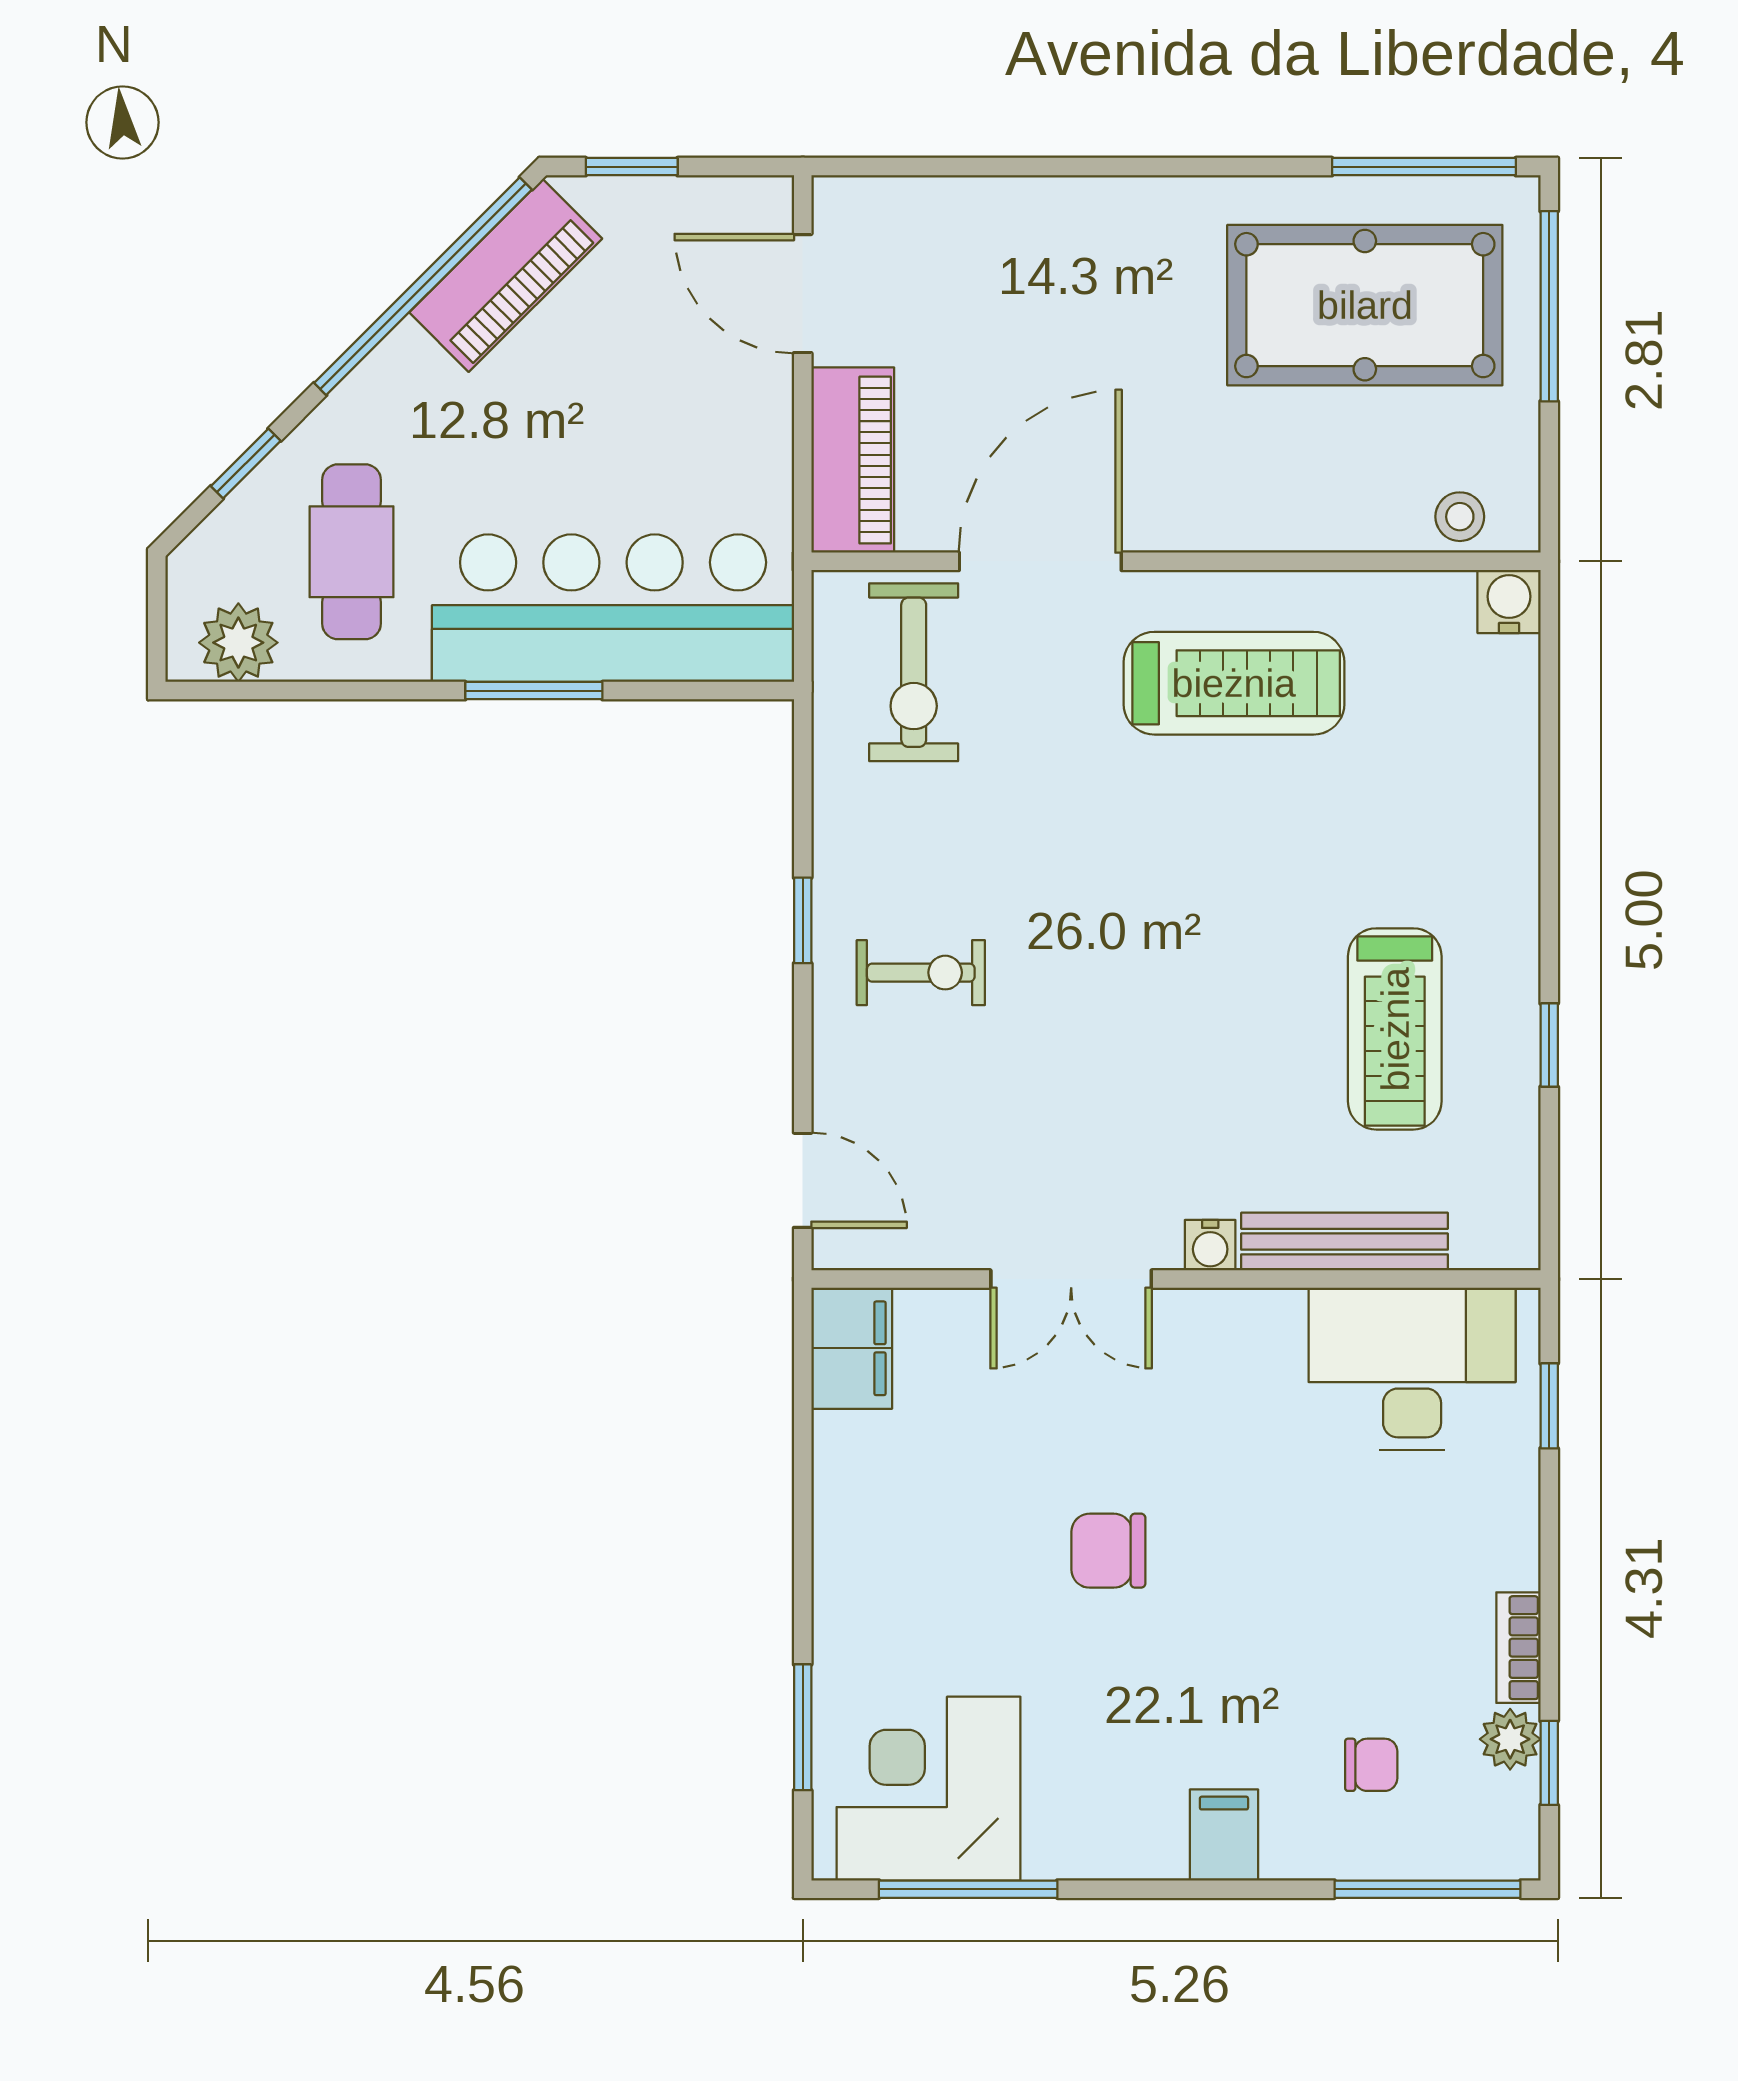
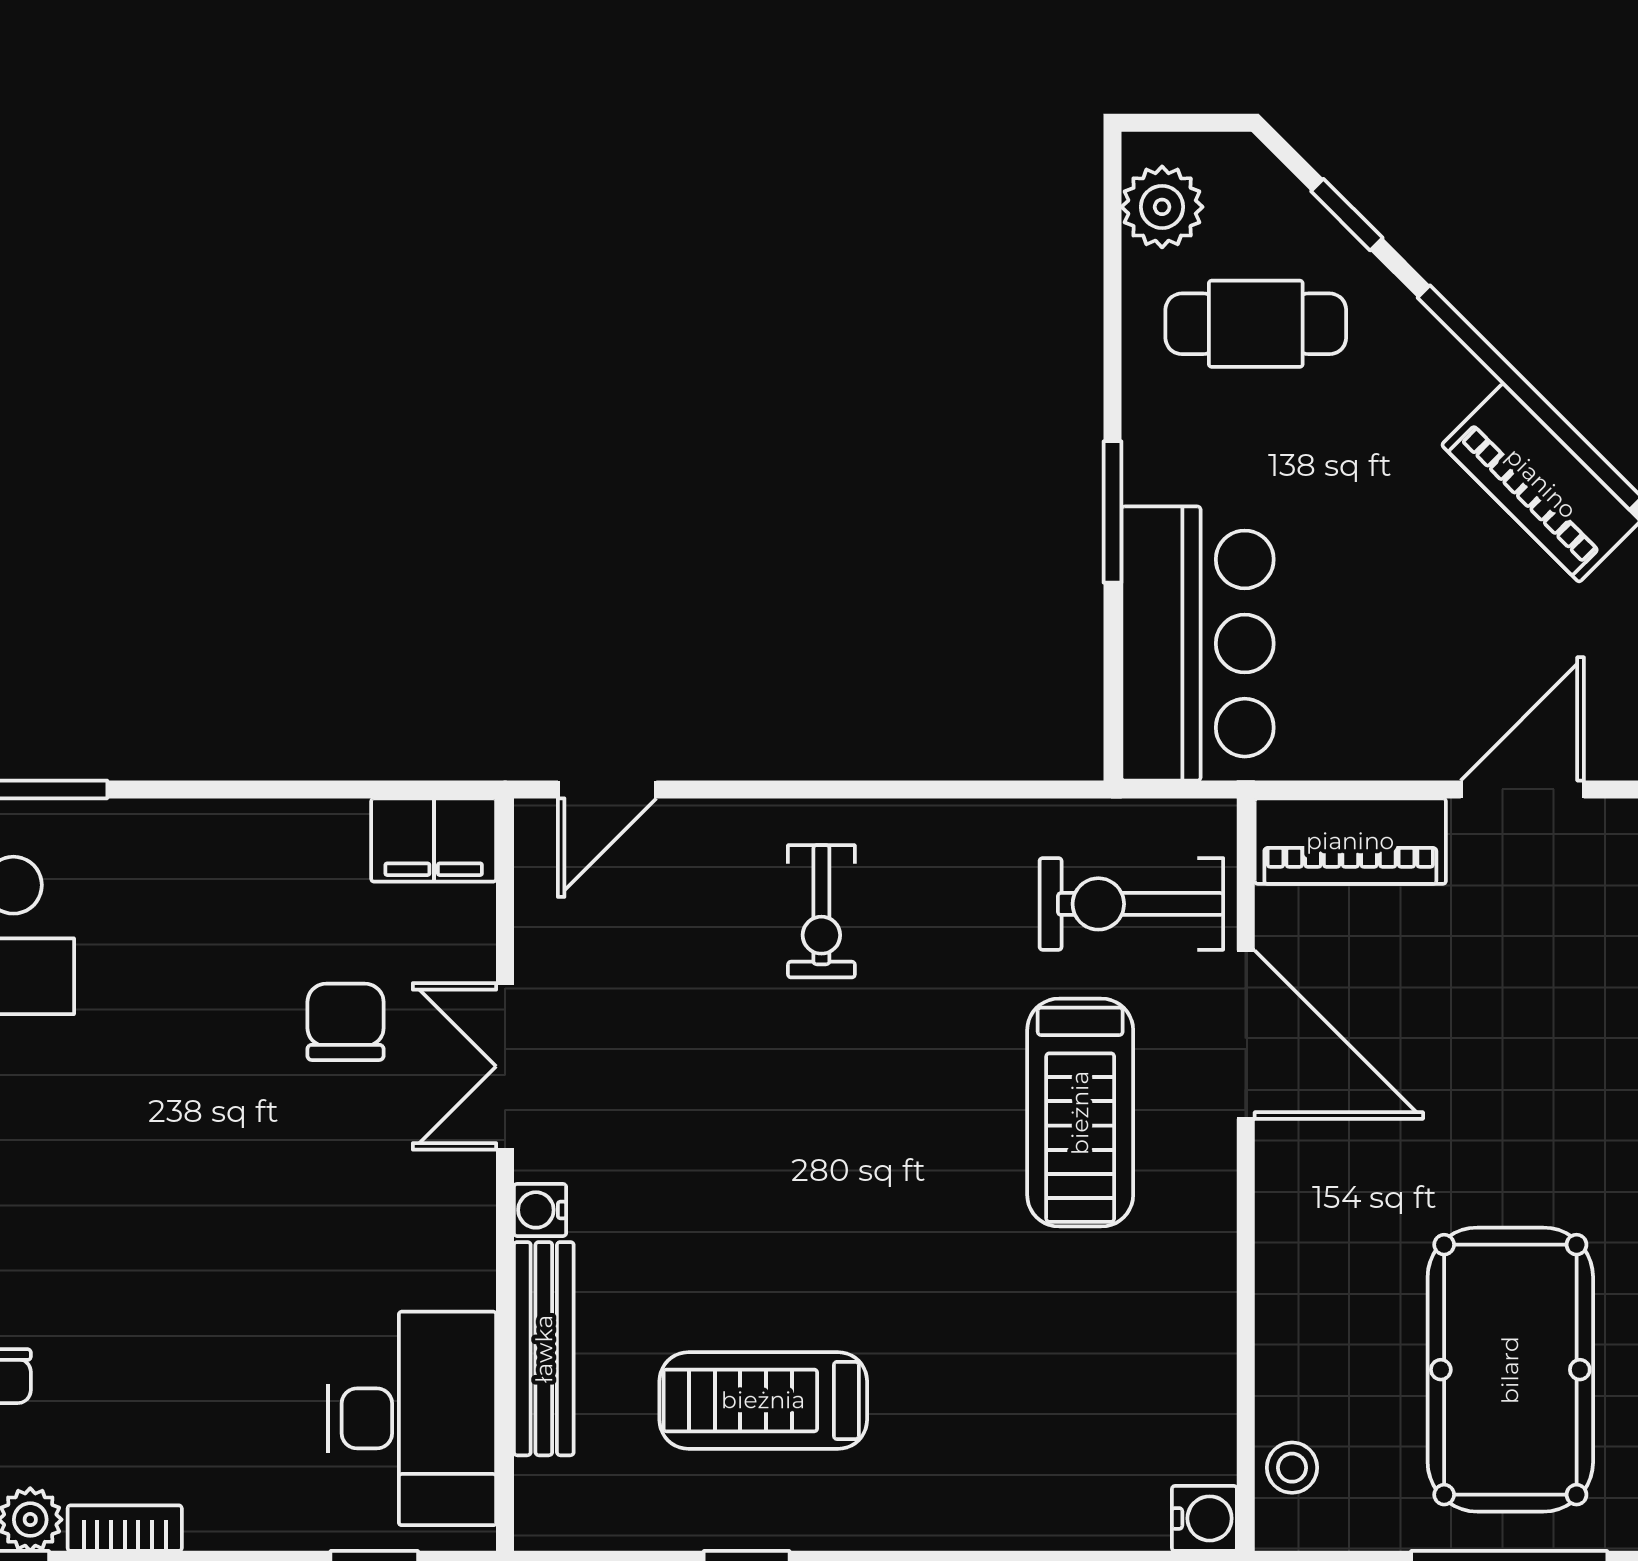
bar counter: (613, 608) -> (1198, 644), width x0.73
treadmill: (1234, 683) -> (1080, 1113), moved
window: (803, 920) -> (875, 789), removed
chair: (1108, 1551) -> (346, 1022), moved

